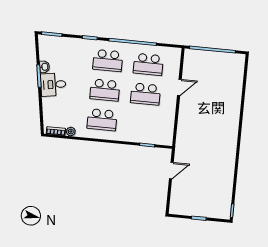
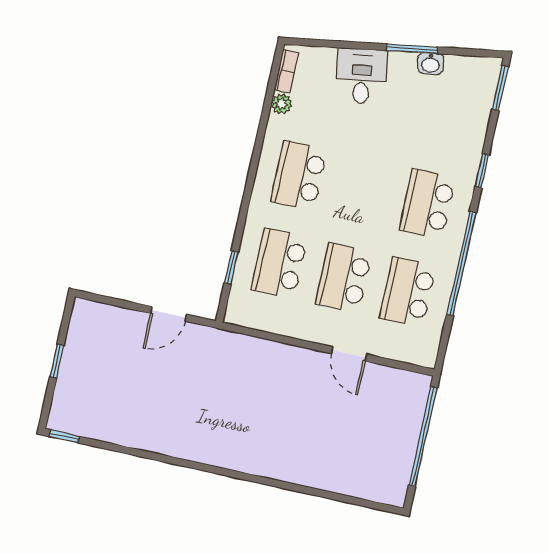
desk: (53, 84) -> (362, 76), moved
school desk: (105, 90) -> (279, 264), moved
door: (171, 171) -> (169, 314), hinge flipped

